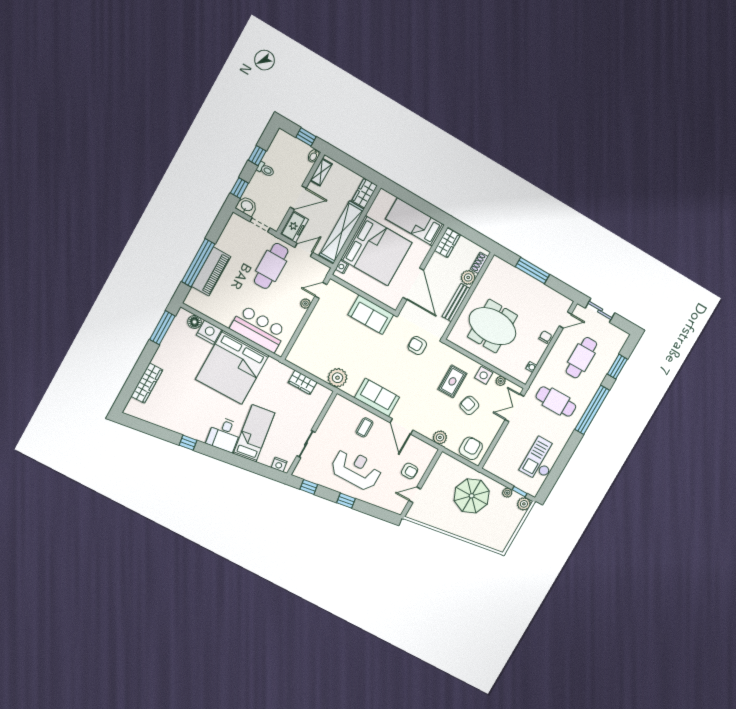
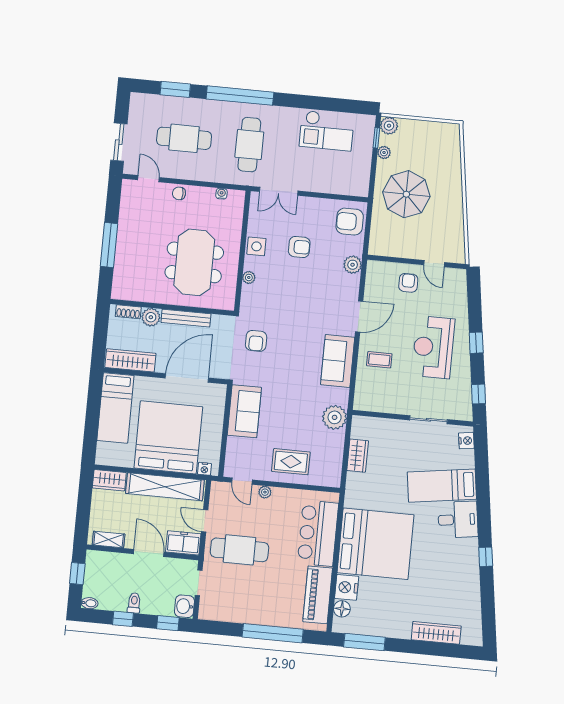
bidet: (314, 156) -> (90, 603), moved
wardrobe: (447, 243) -> (130, 360), width x1.50
piano: (211, 272) -> (318, 595), moved, turned -90
rug: (452, 381) -> (291, 462), moved
plant: (501, 381) -> (249, 277), moved
armchair: (469, 405) -> (299, 247), turned -106

